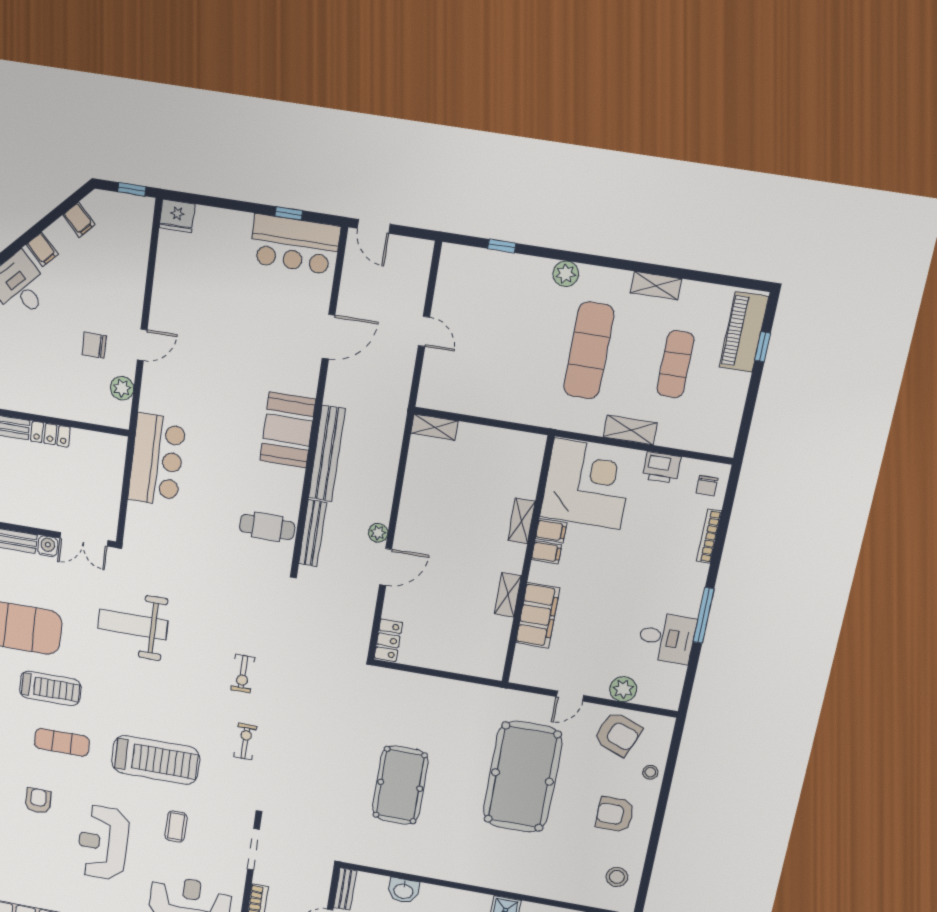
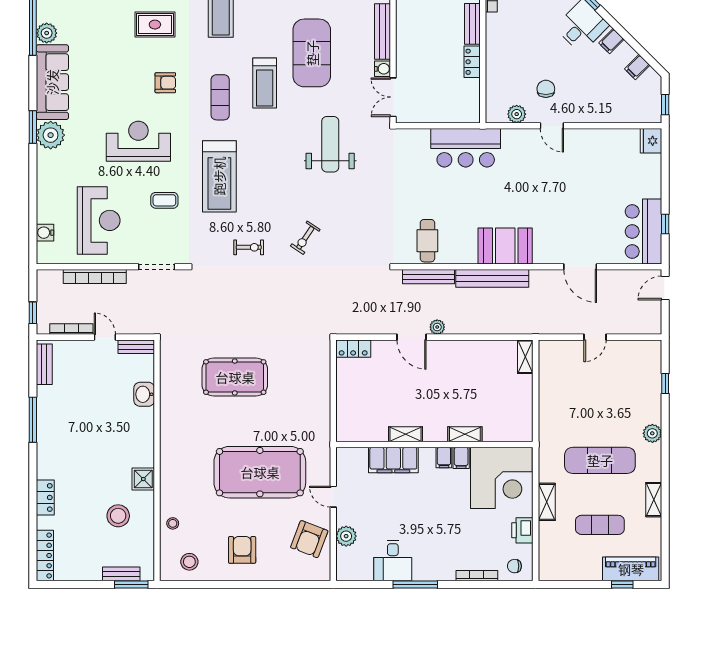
exercise bike: (243, 674) -> (305, 238), turned -56
stool: (650, 772) -> (173, 523), moved

